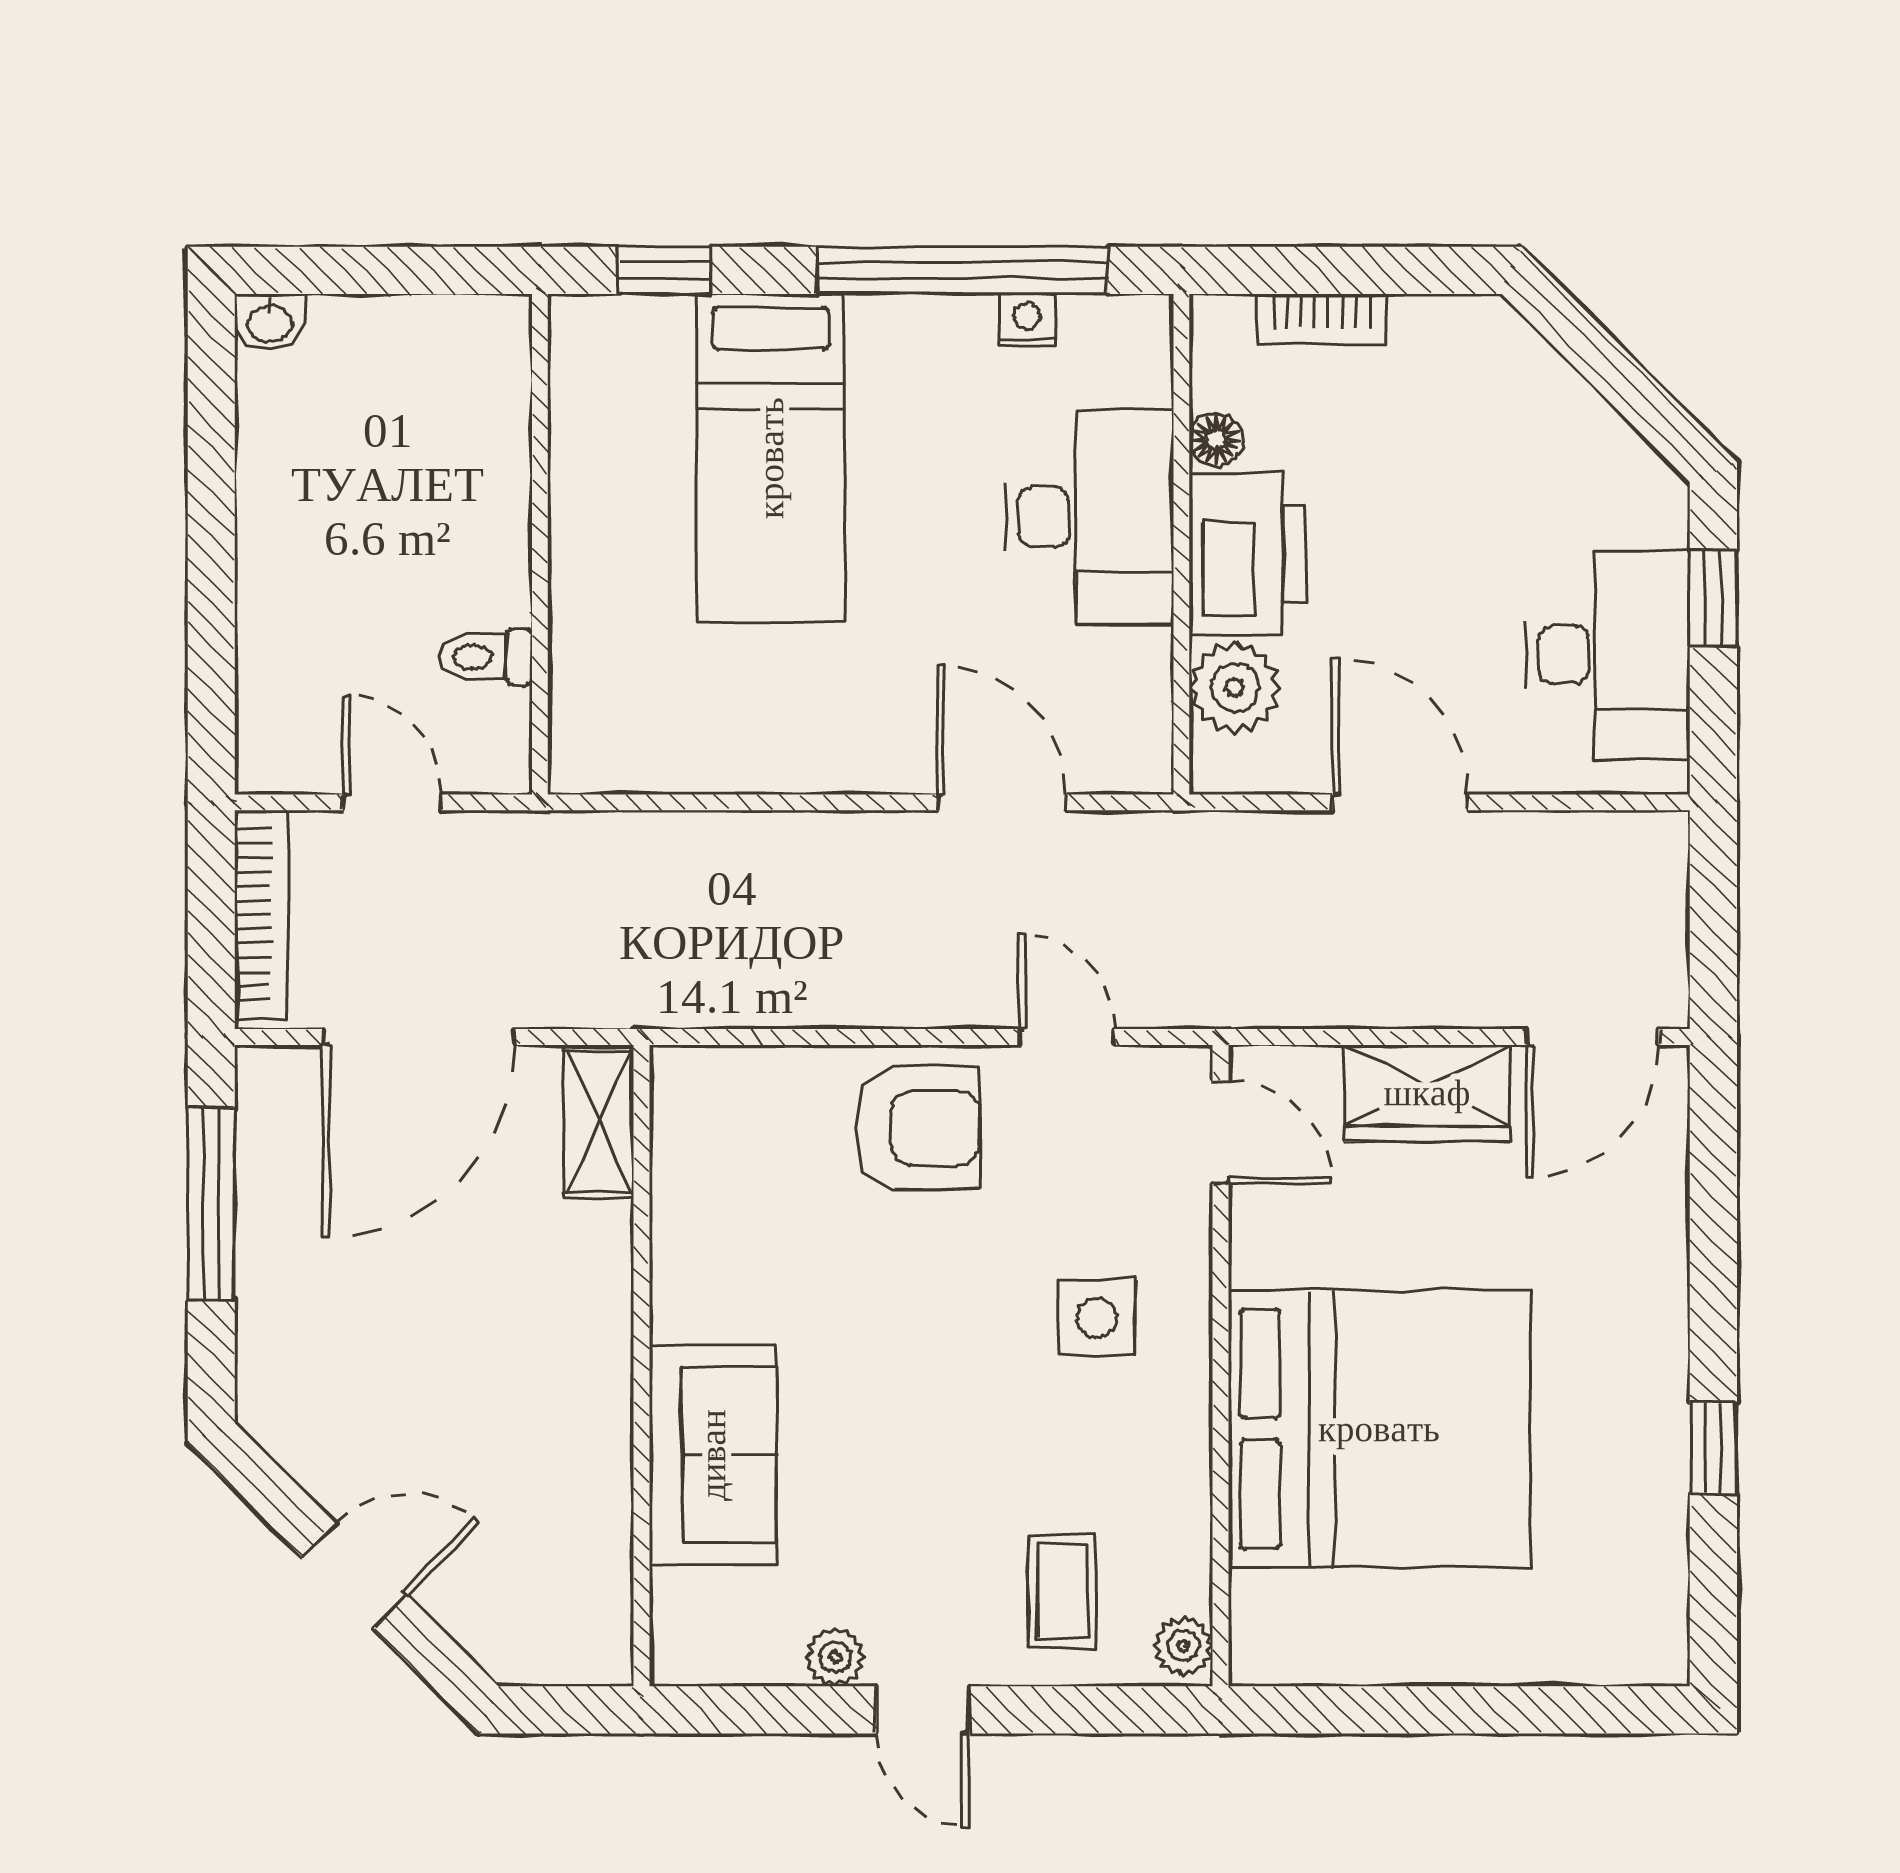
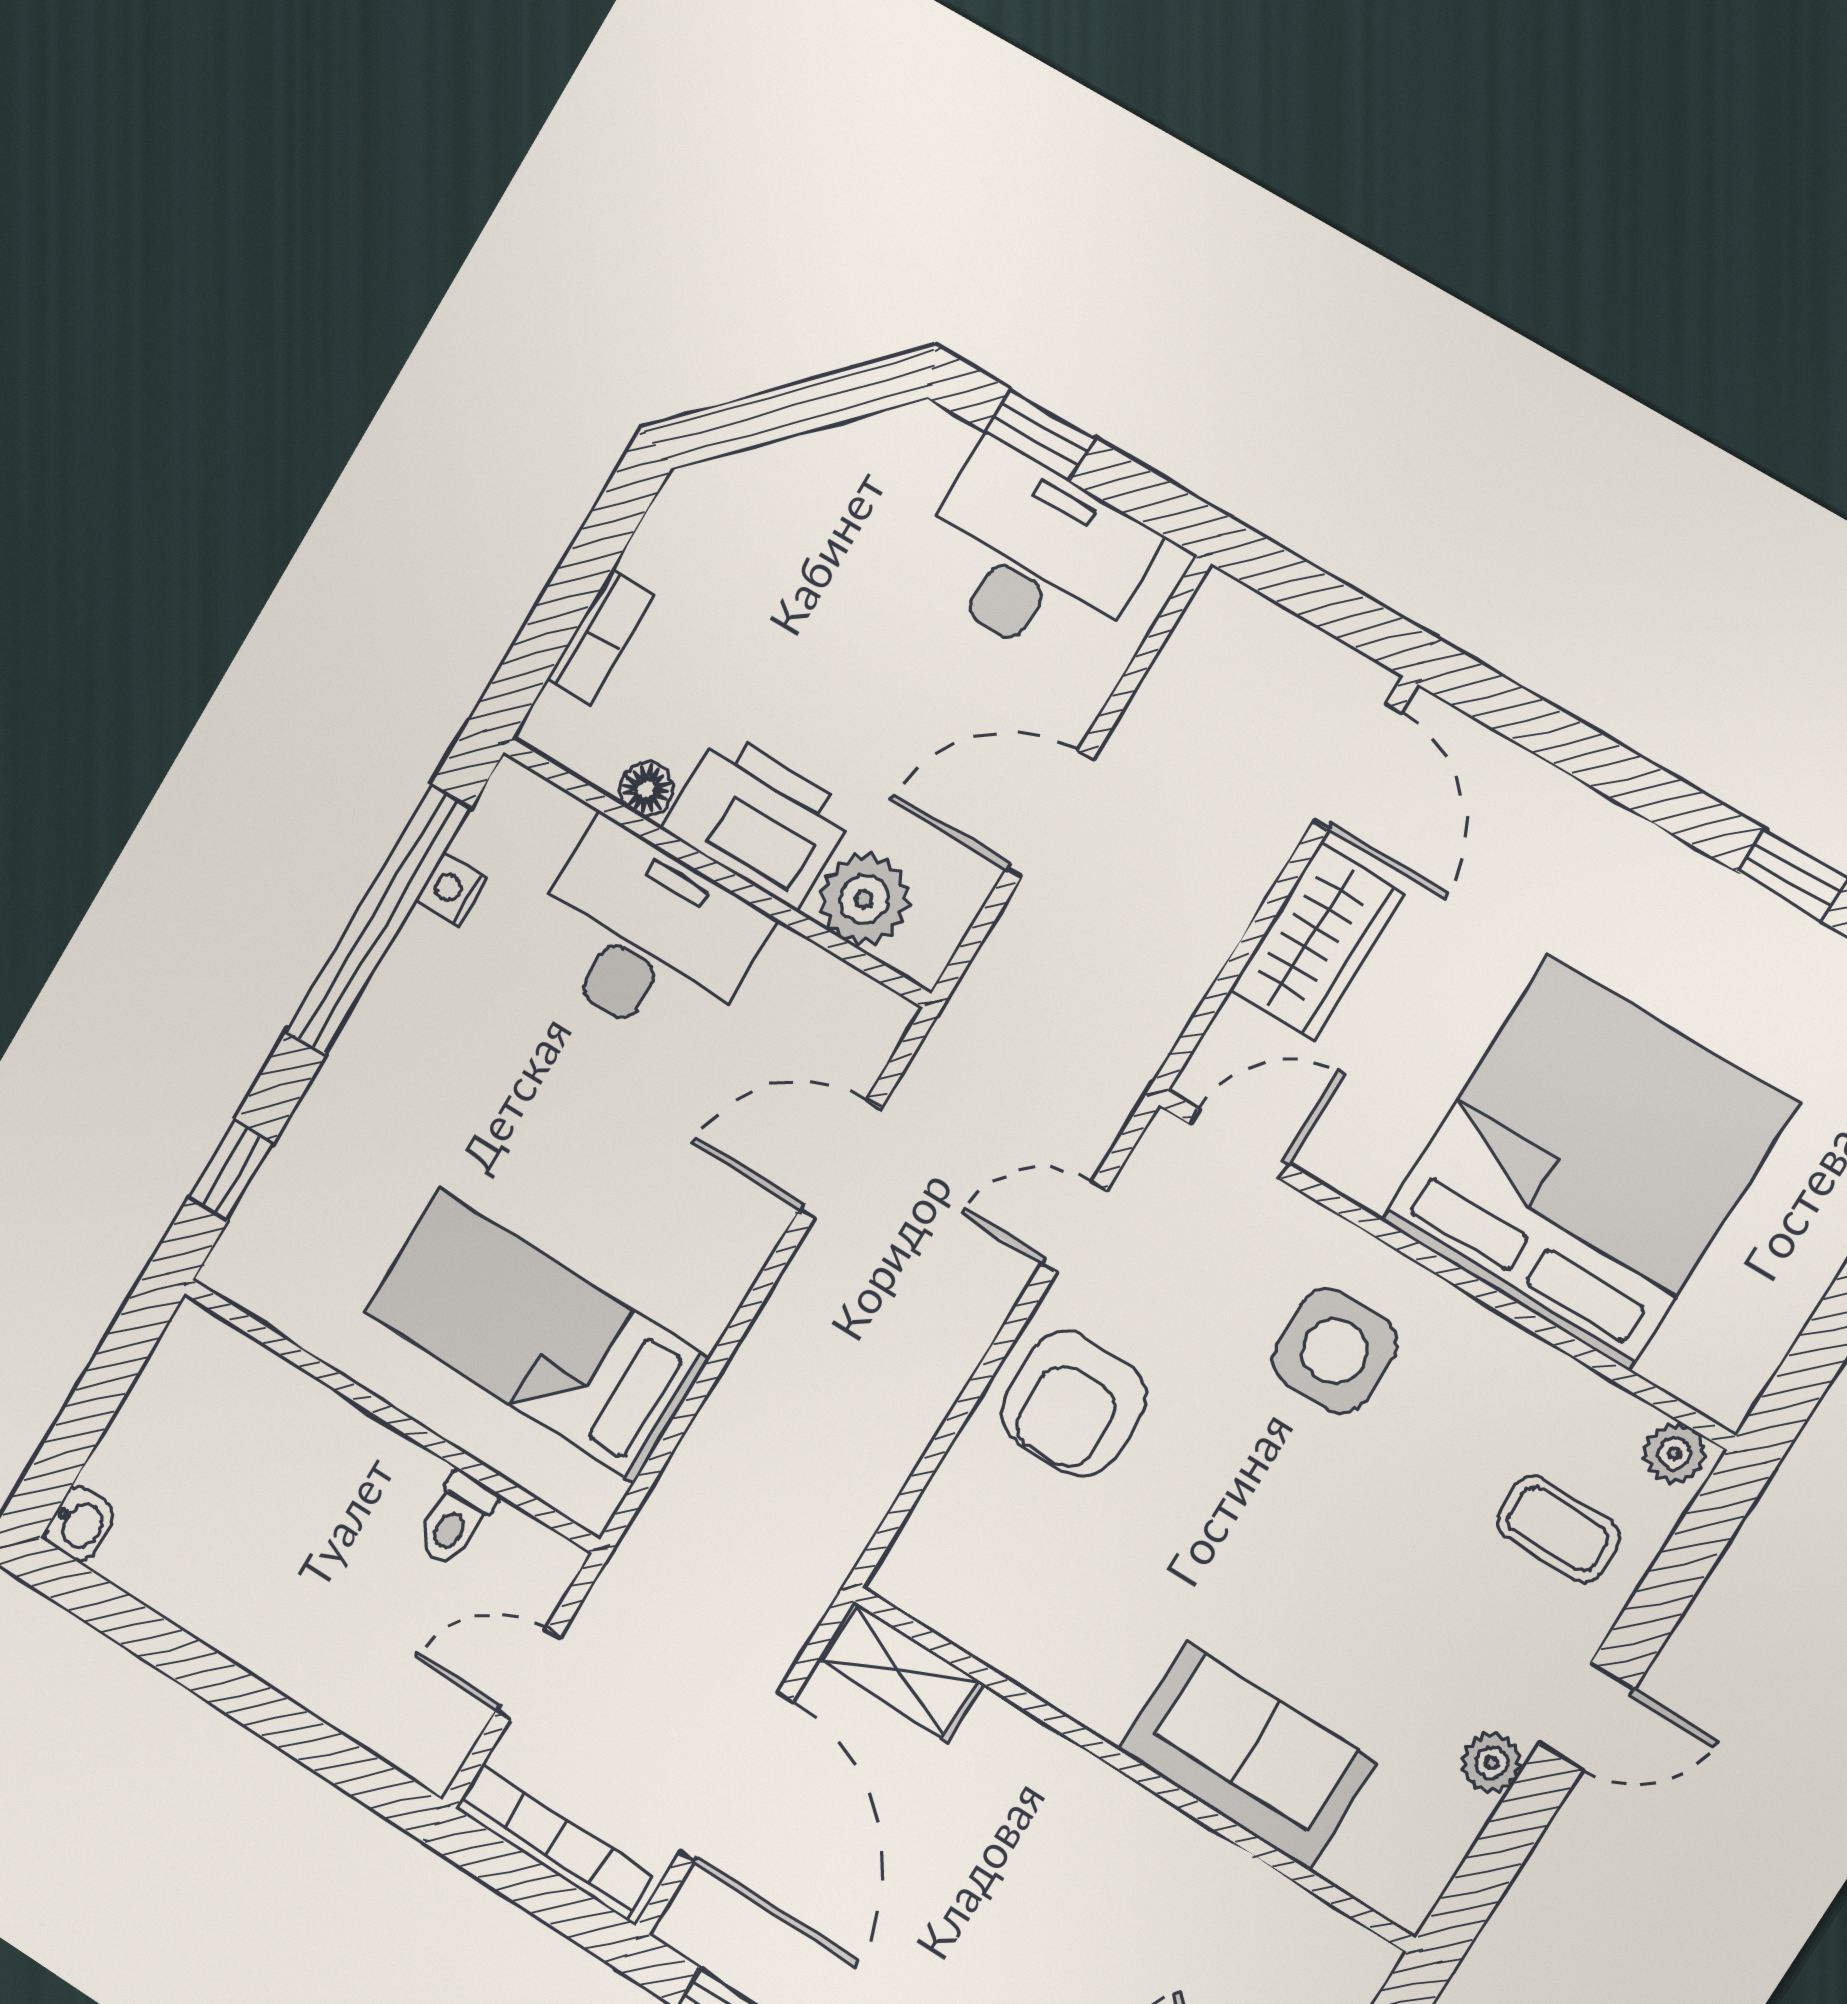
bed: (771, 458) -> (536, 1335), moved, turned 180
armchair: (917, 1128) -> (1074, 1404), turned 180
side table: (1096, 1318) -> (1335, 1351), width x1.37, depth x1.37

